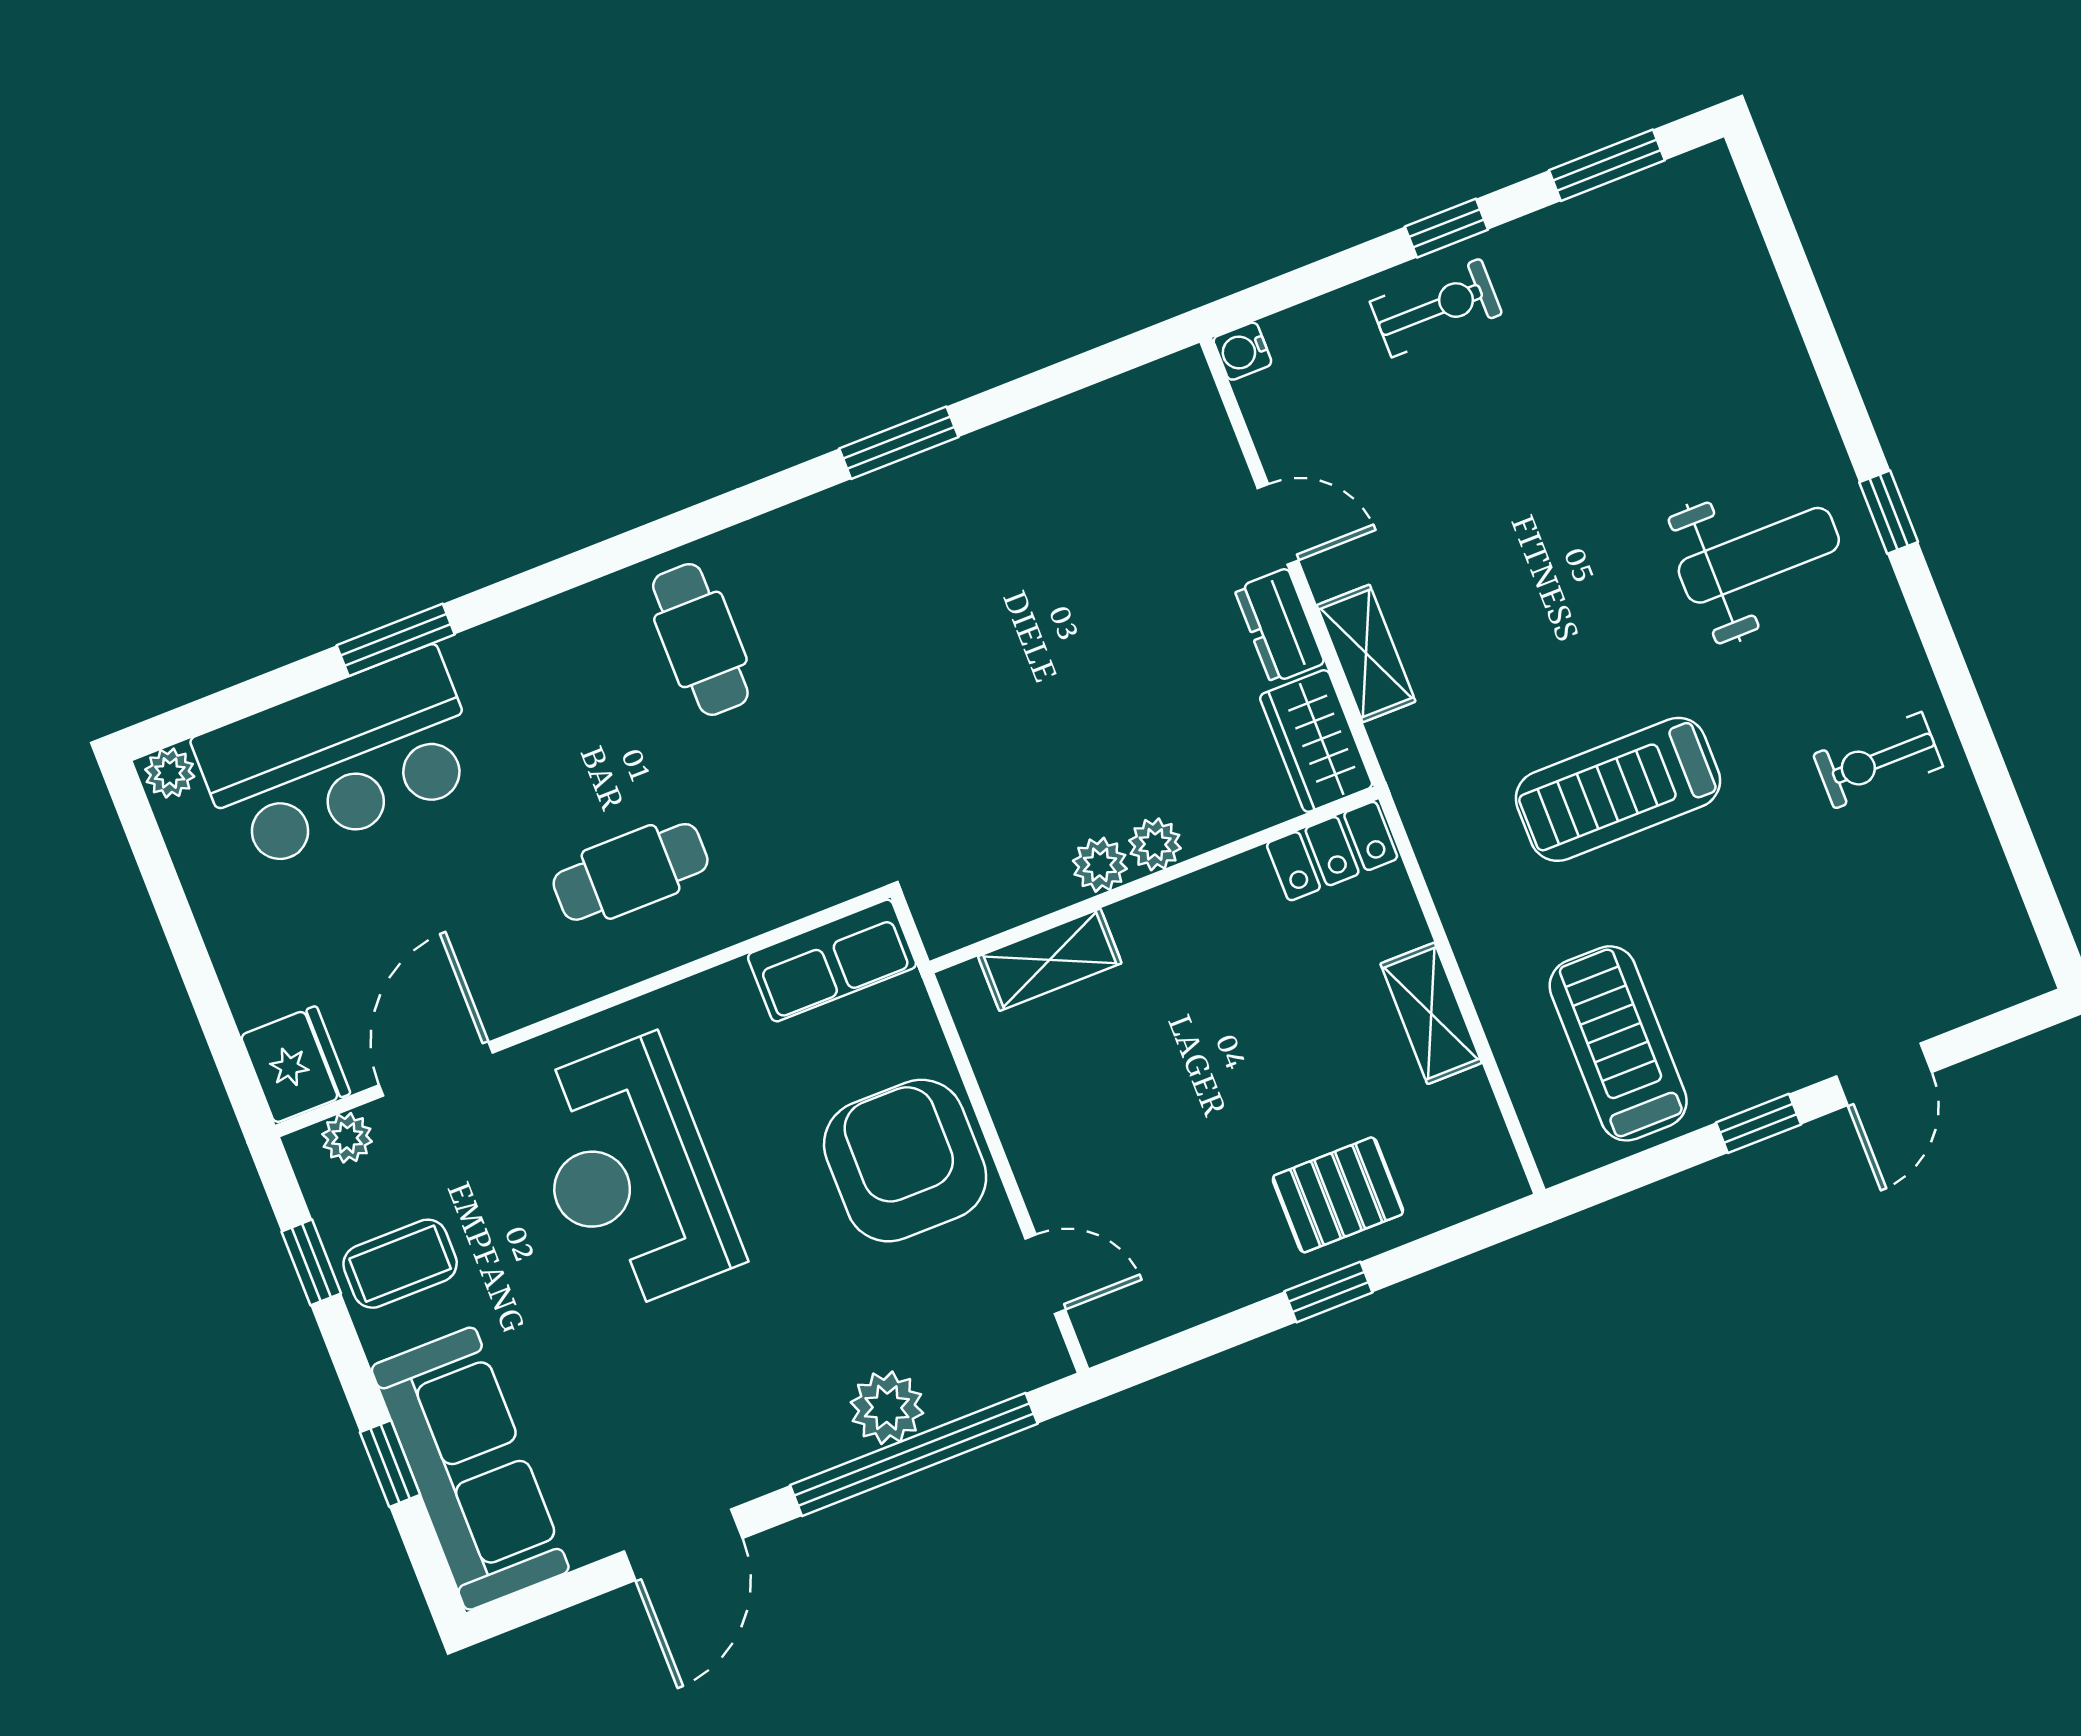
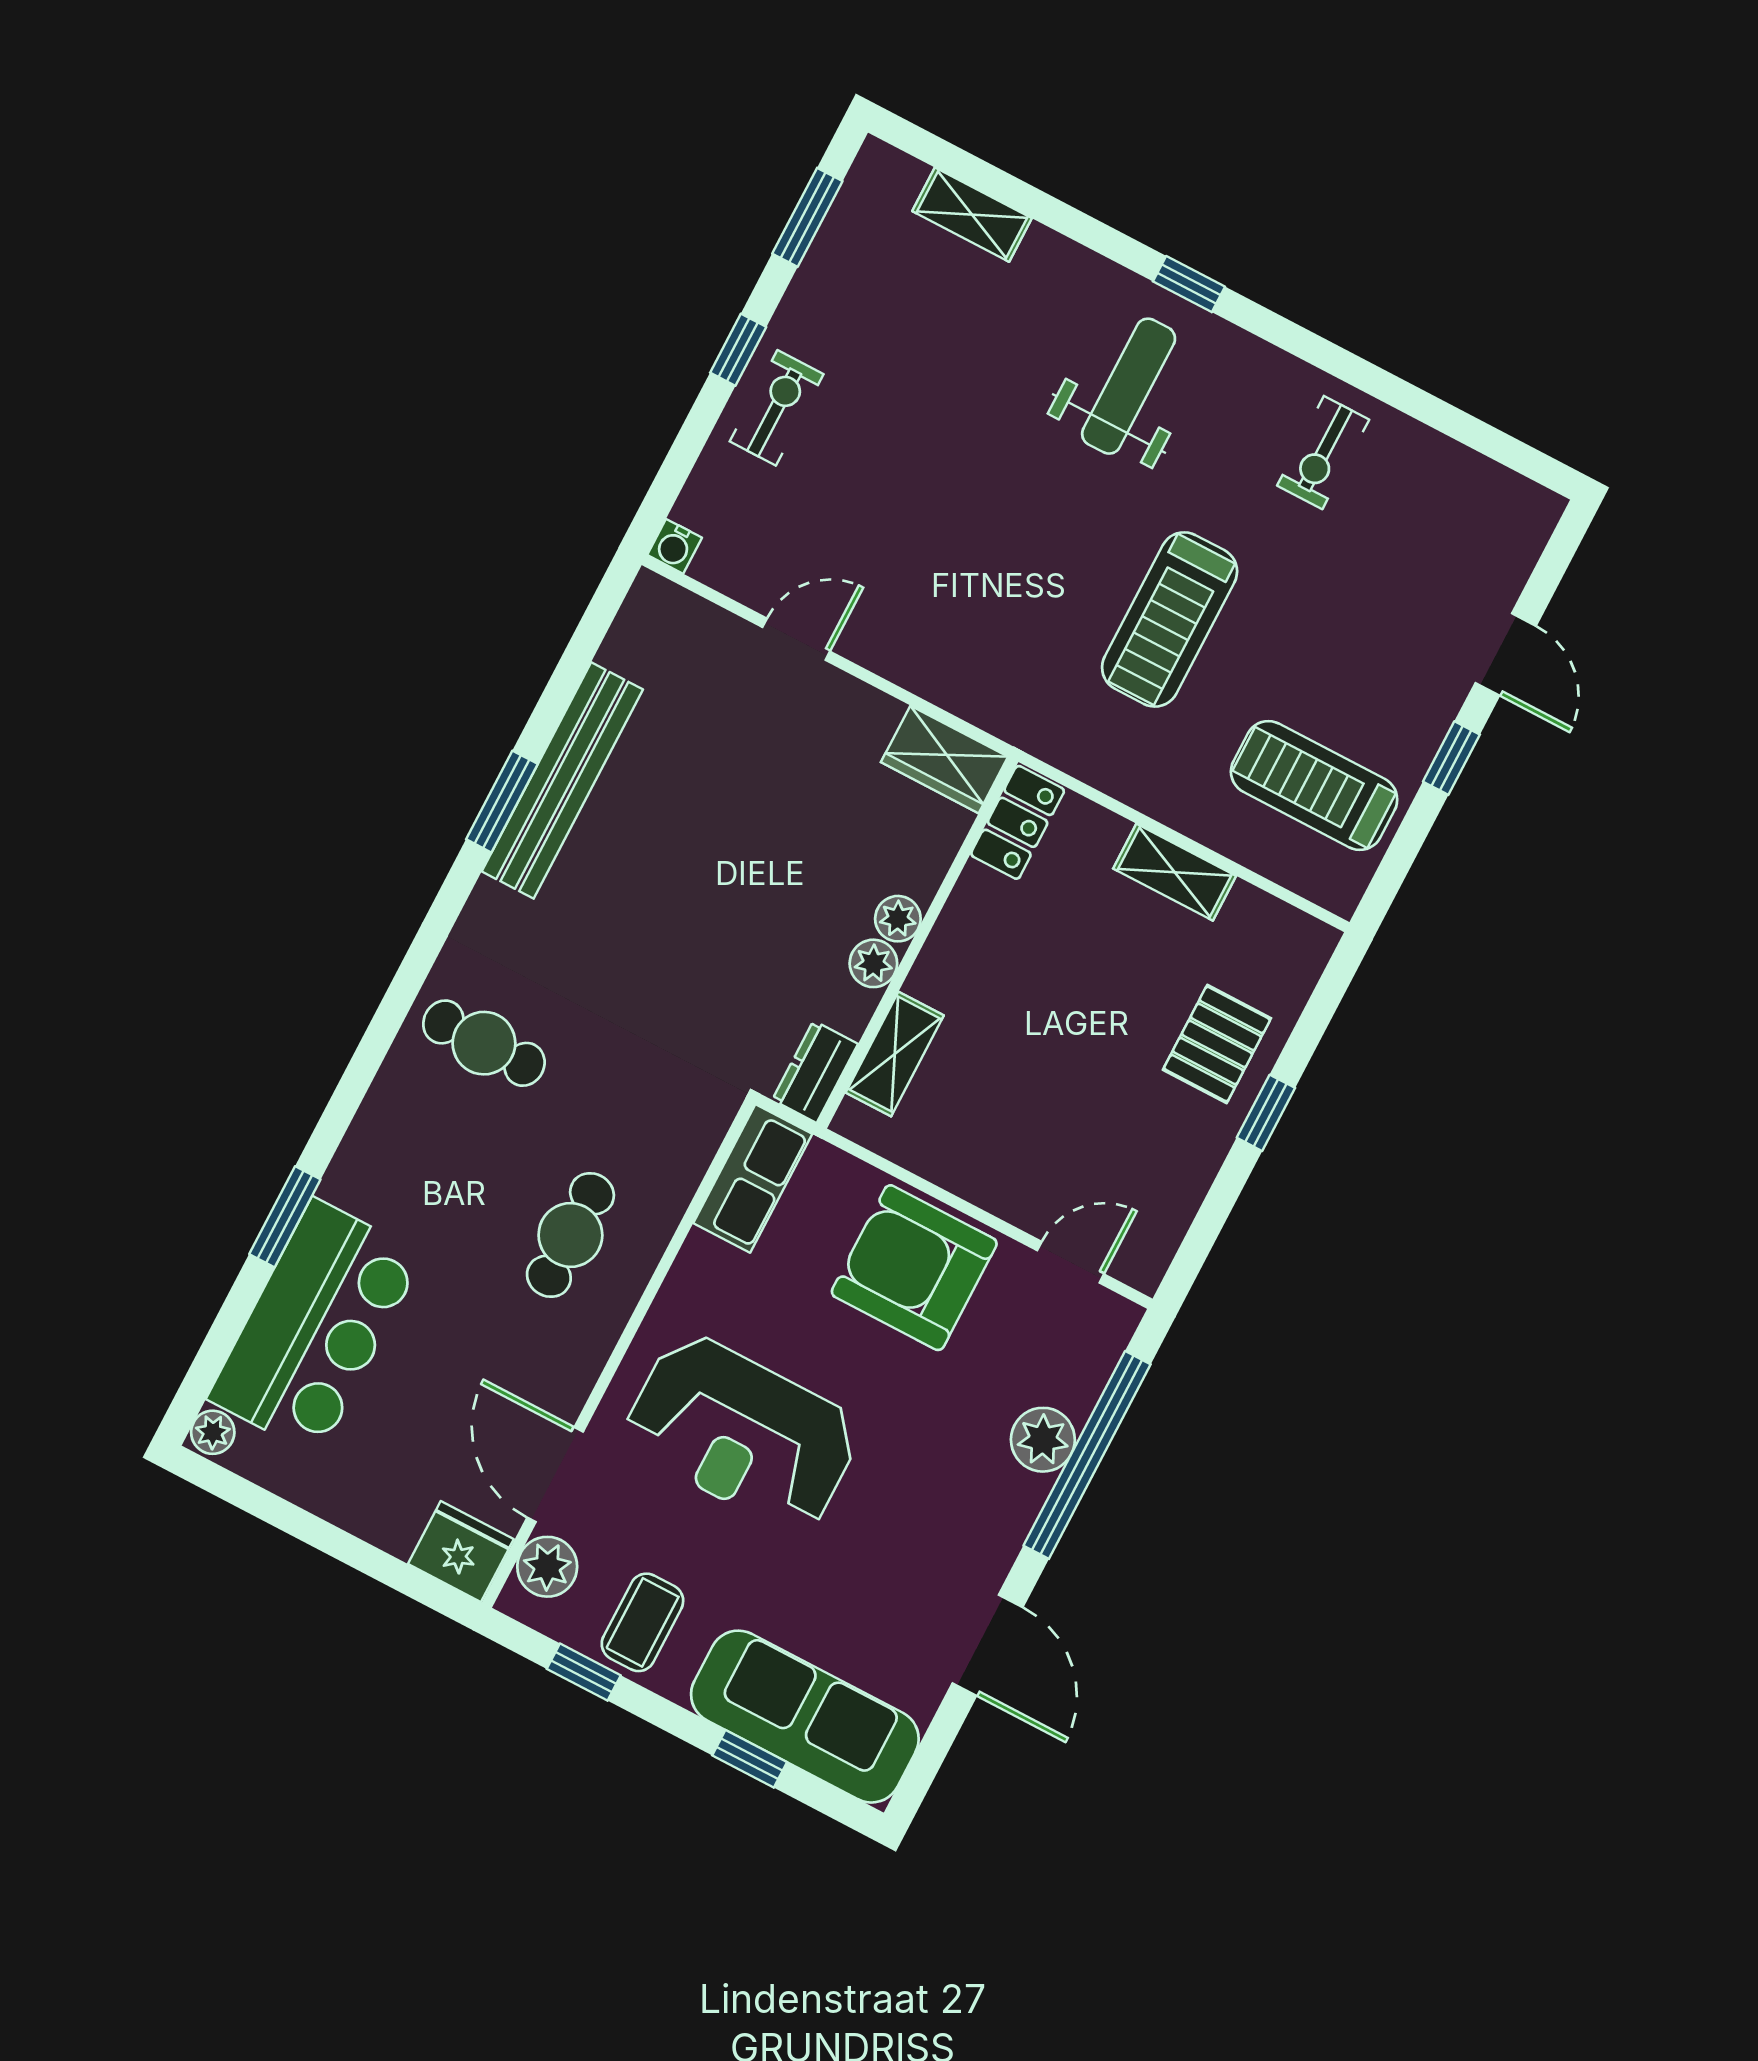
bench: (967, 470) -> (562, 780), added
dresser: (1279, 626) -> (815, 1072), moved, turned 90
shelving: (1366, 653) -> (972, 215), moved
plant: (347, 1138) -> (547, 1567), width x1.38, depth x1.38

